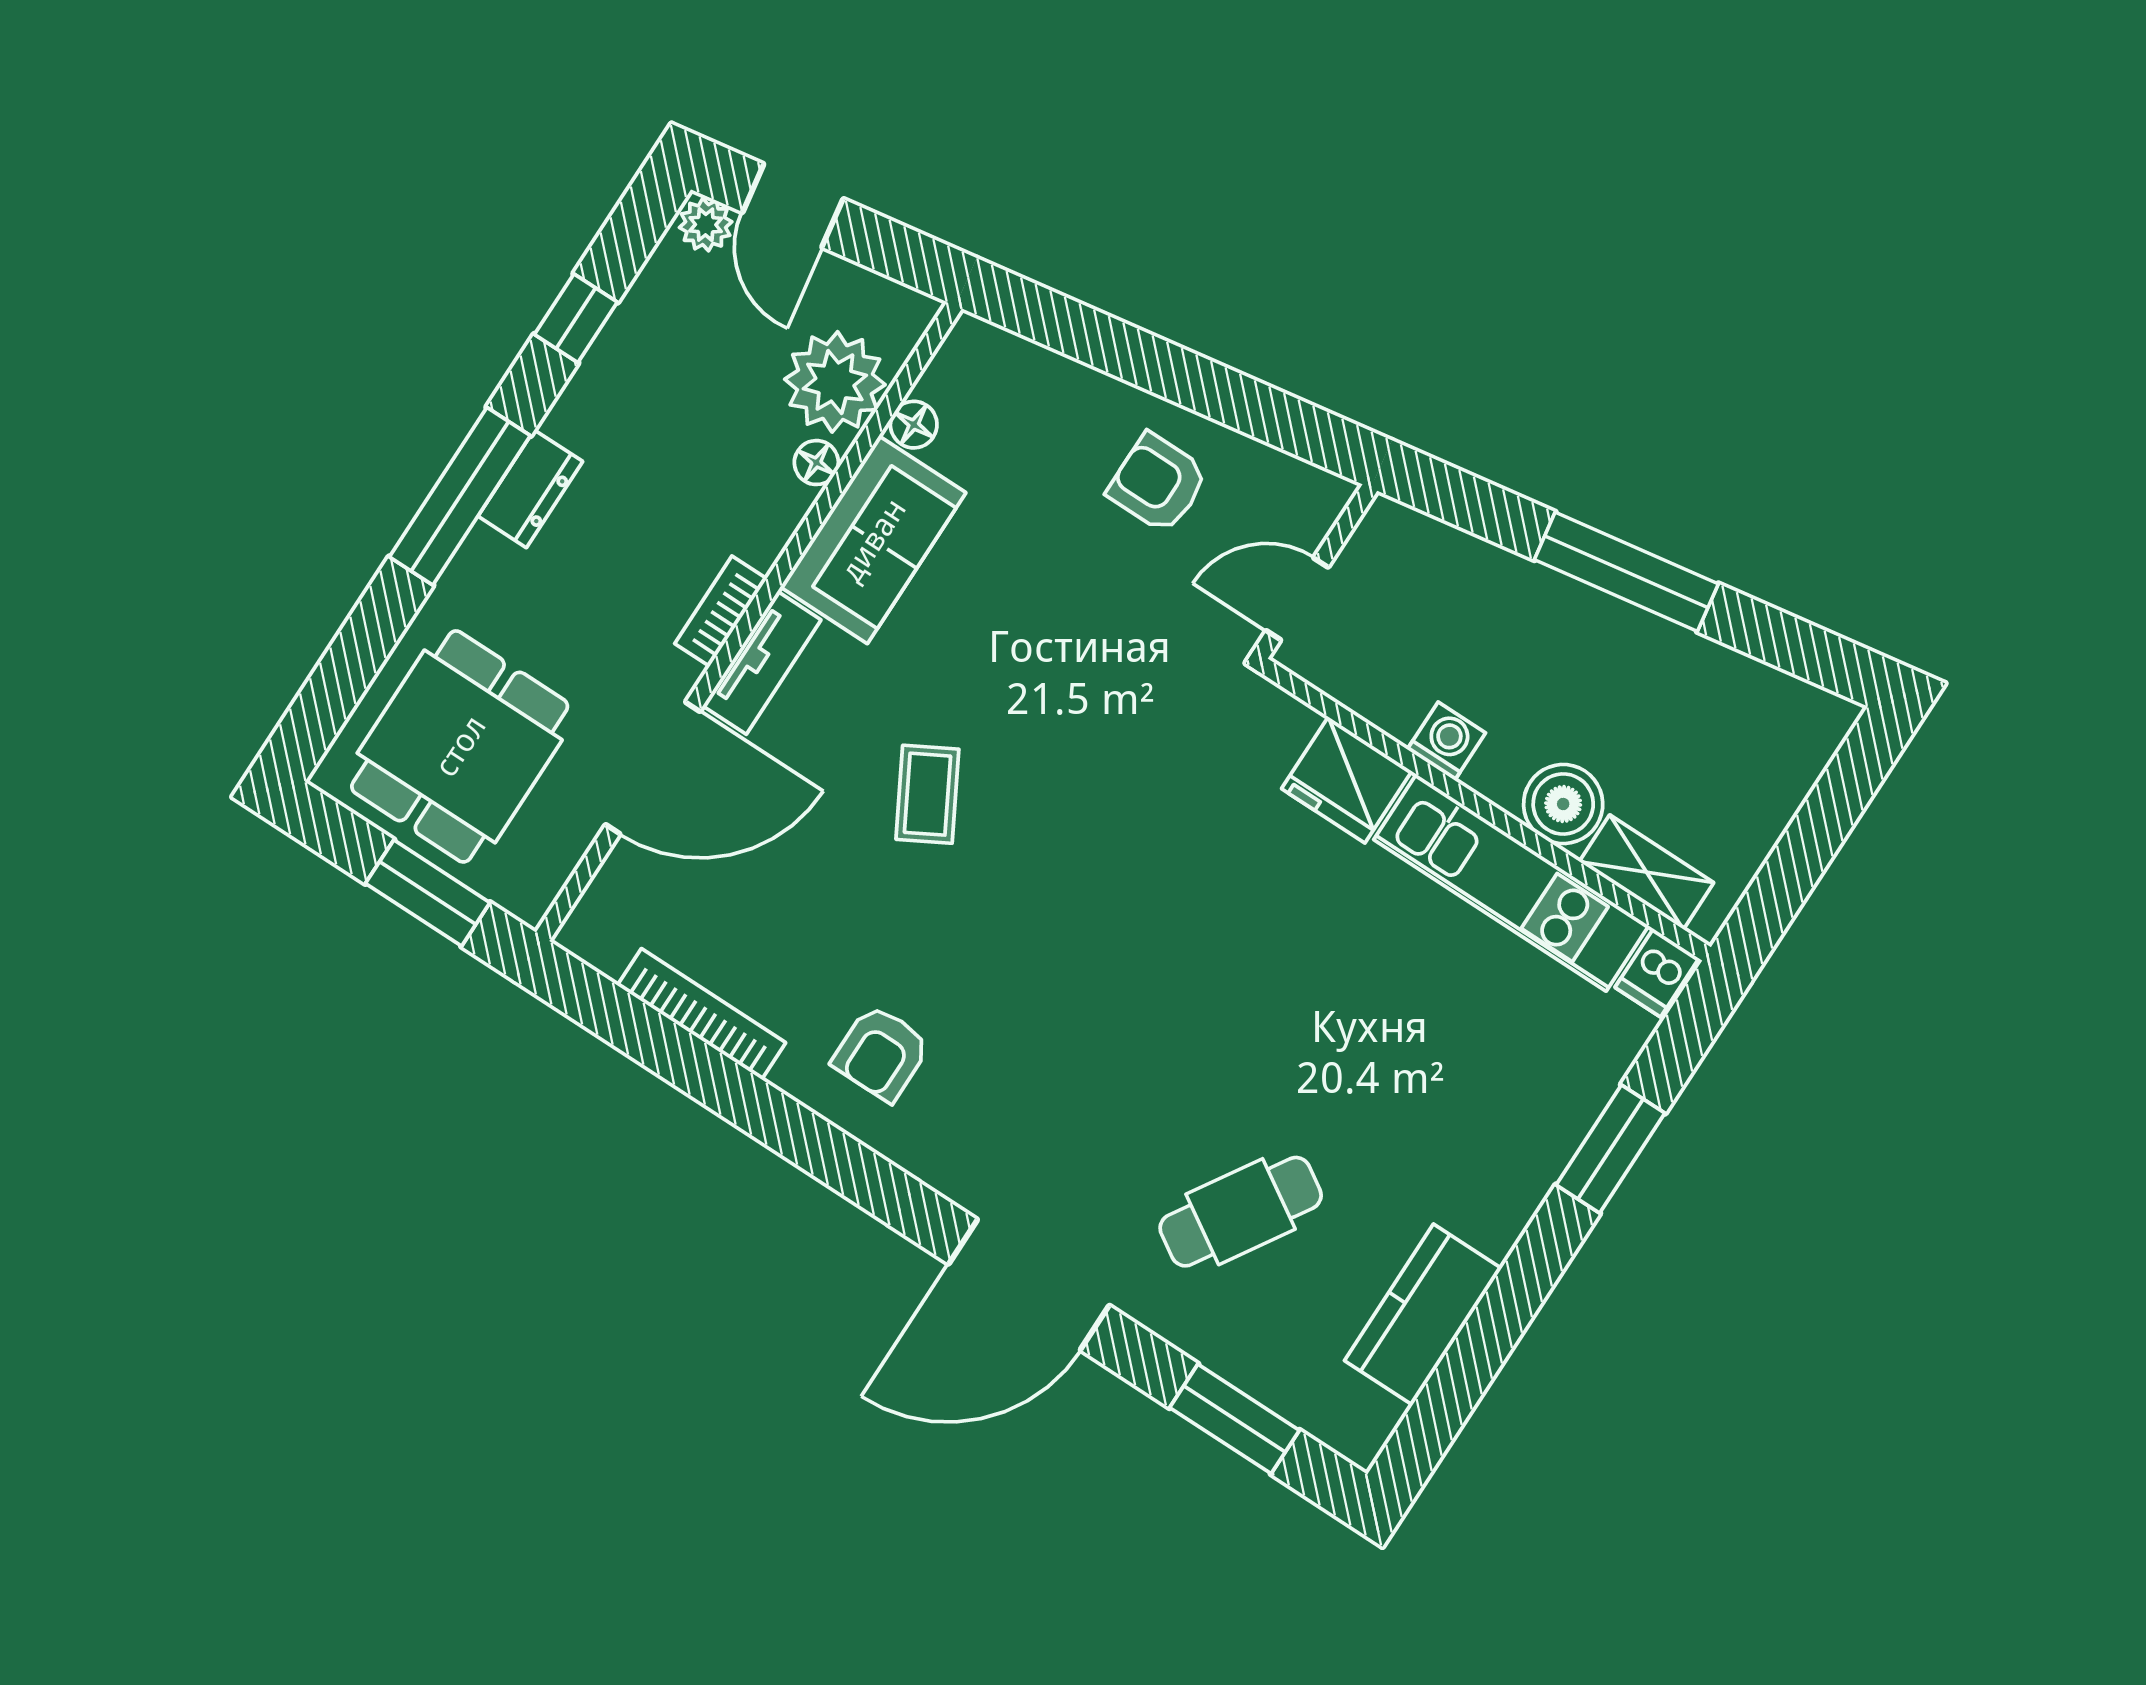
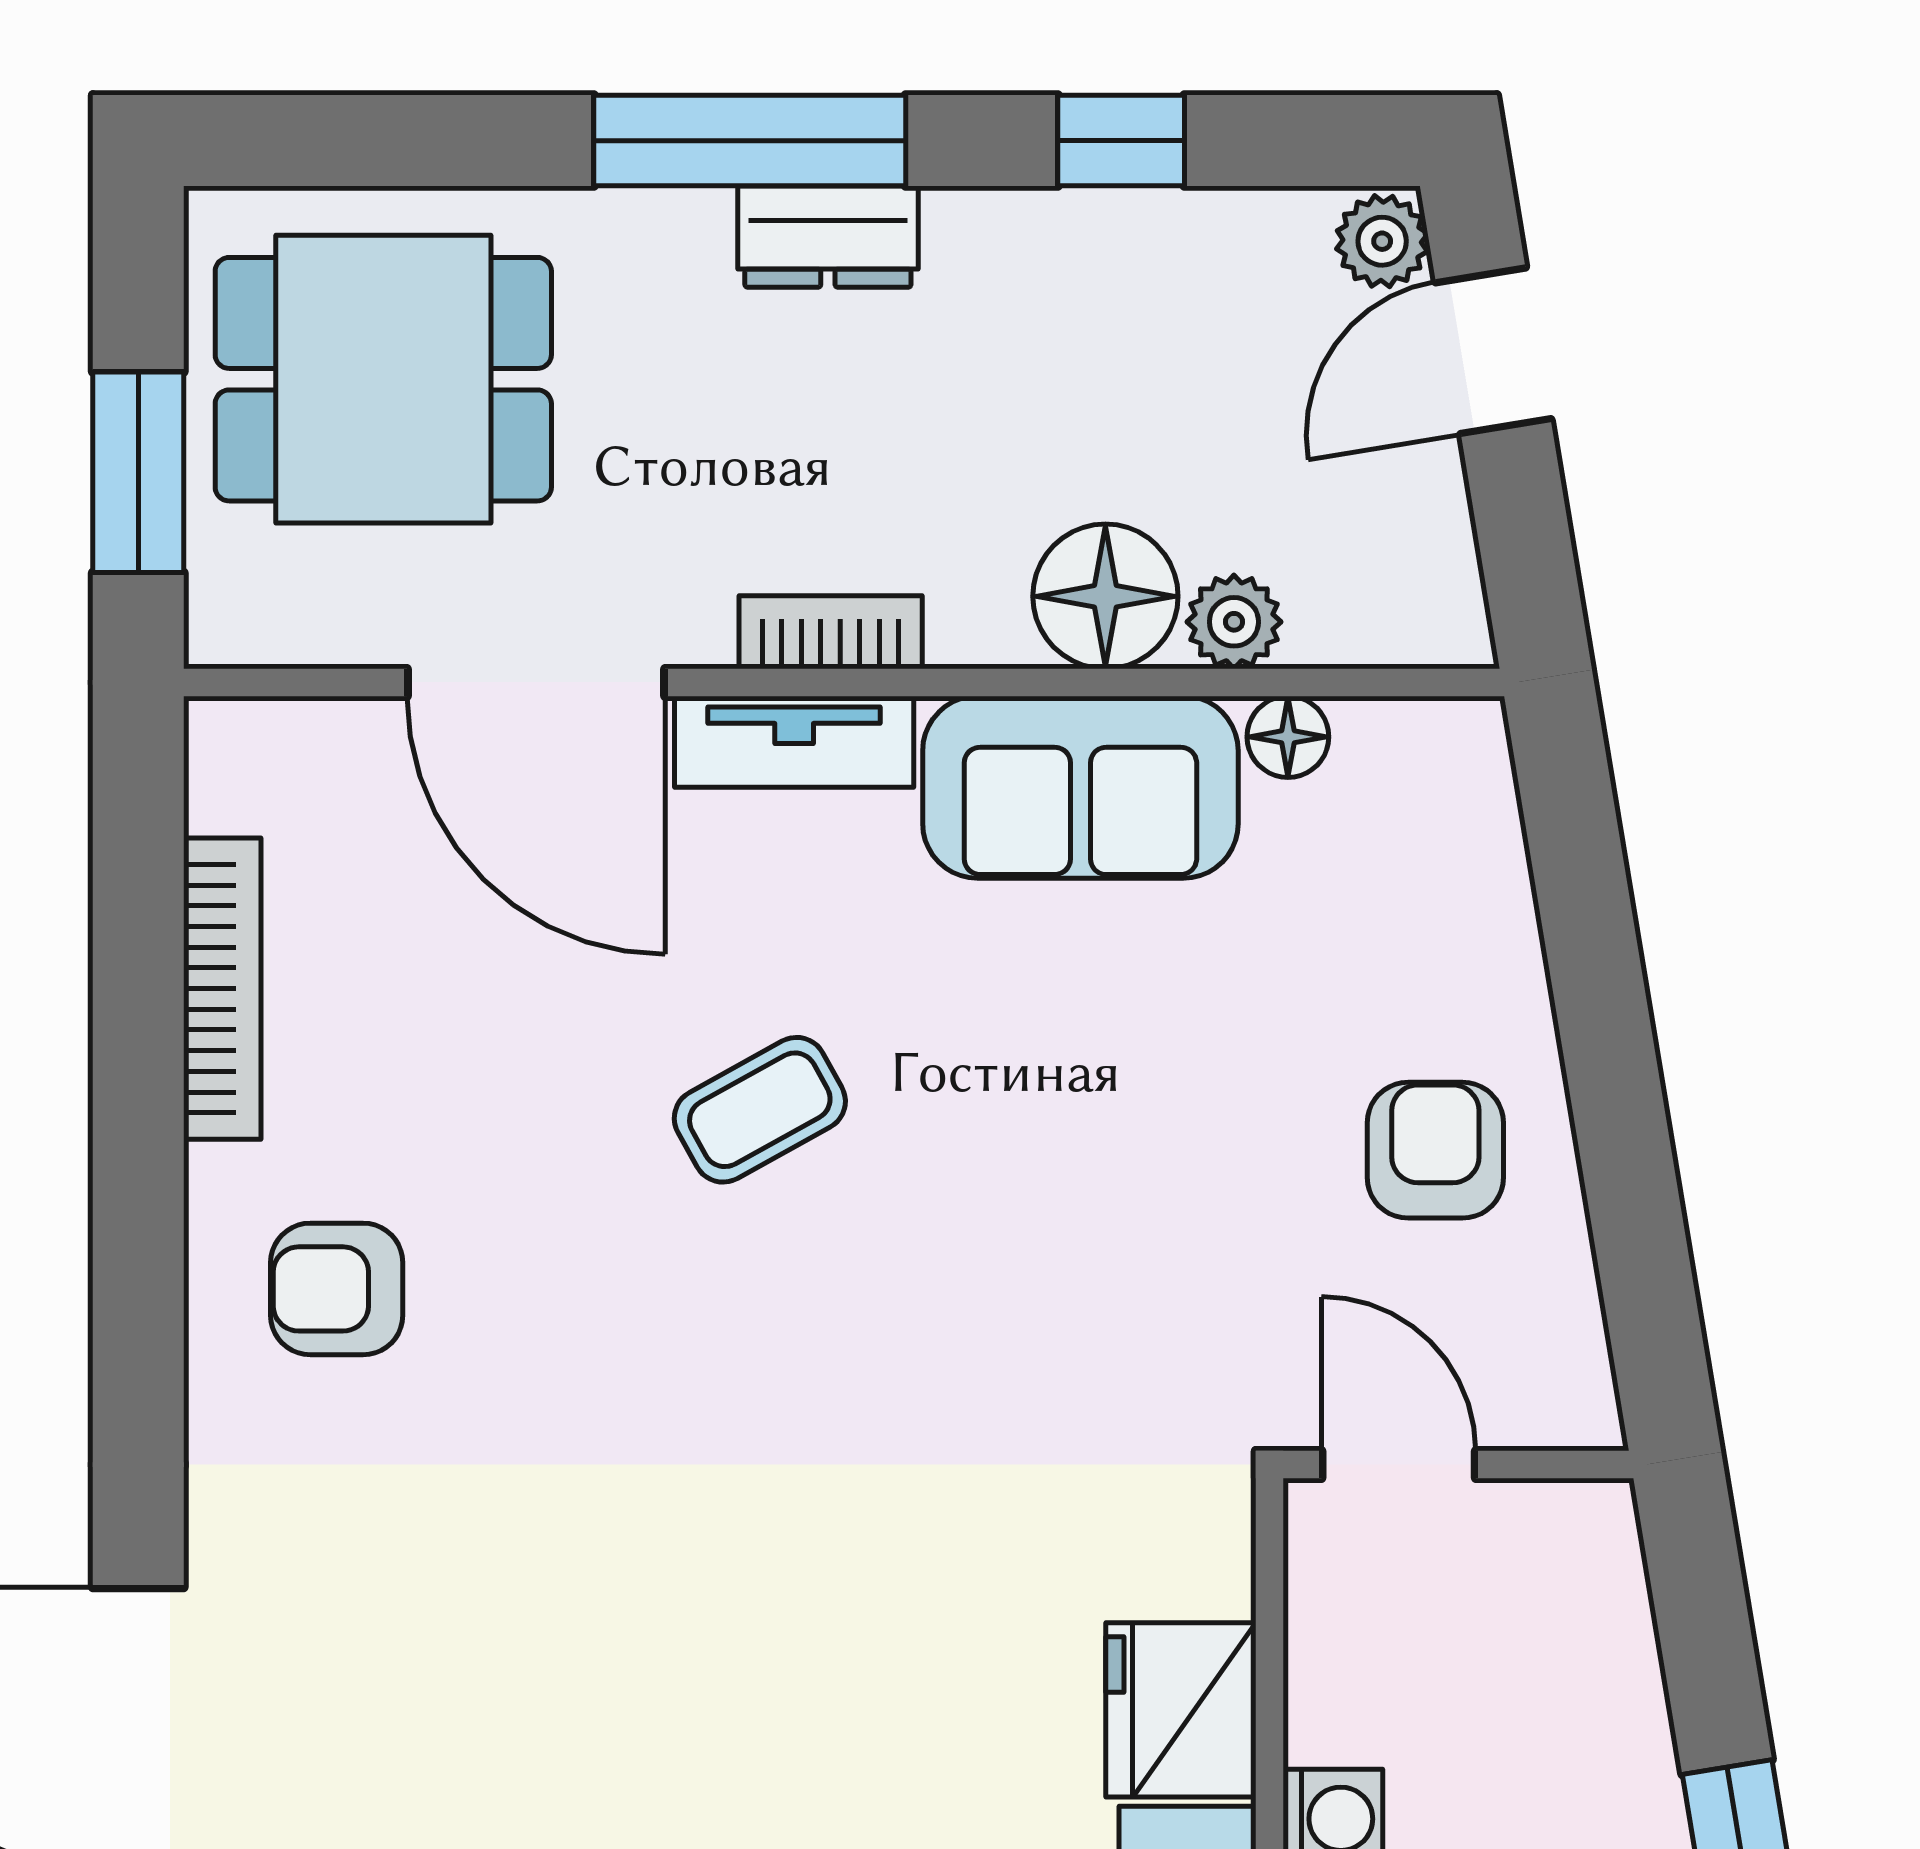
plant: (835, 382) -> (1234, 622), width x0.53, depth x0.53
floor lamp: (816, 463) -> (1105, 596), width x1.89, depth x1.89

